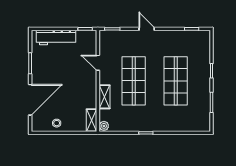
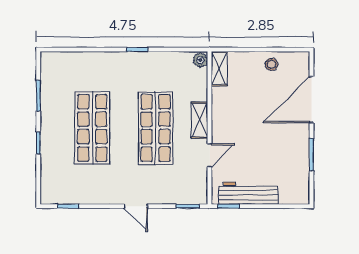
workbench: (56, 37) -> (248, 193), moved
door: (98, 63) -> (210, 155), hinge flipped
shelving: (104, 97) -> (200, 120), moved

